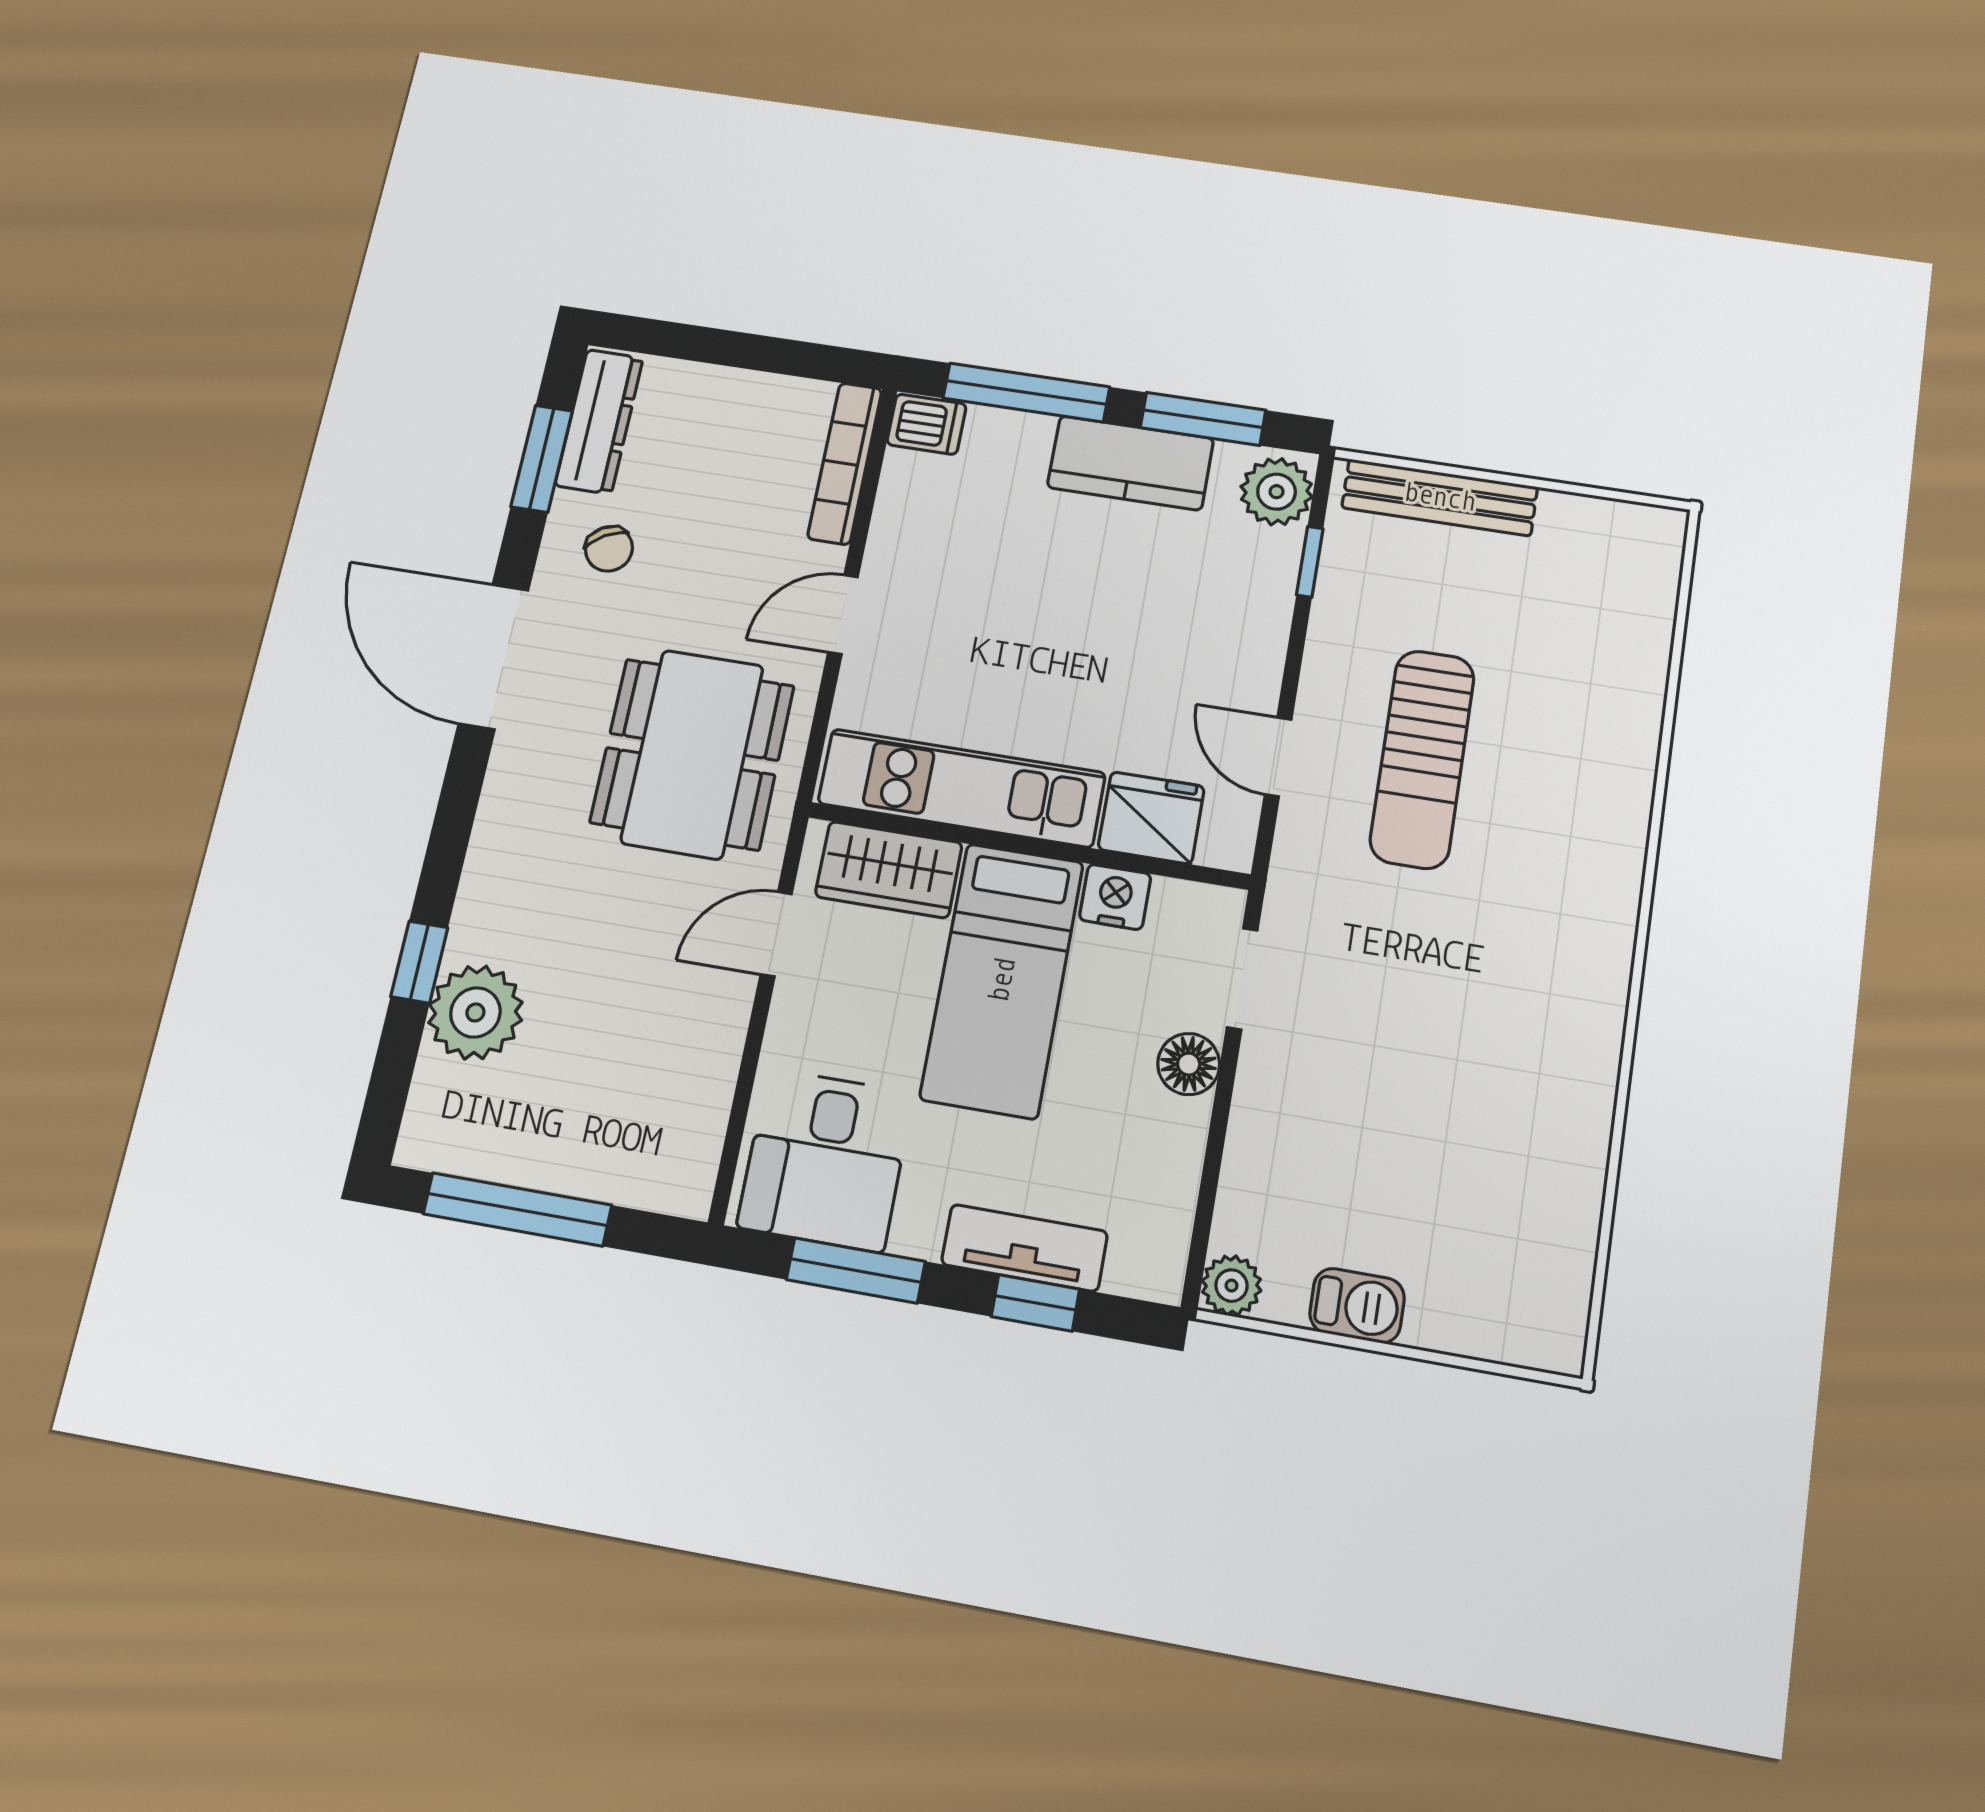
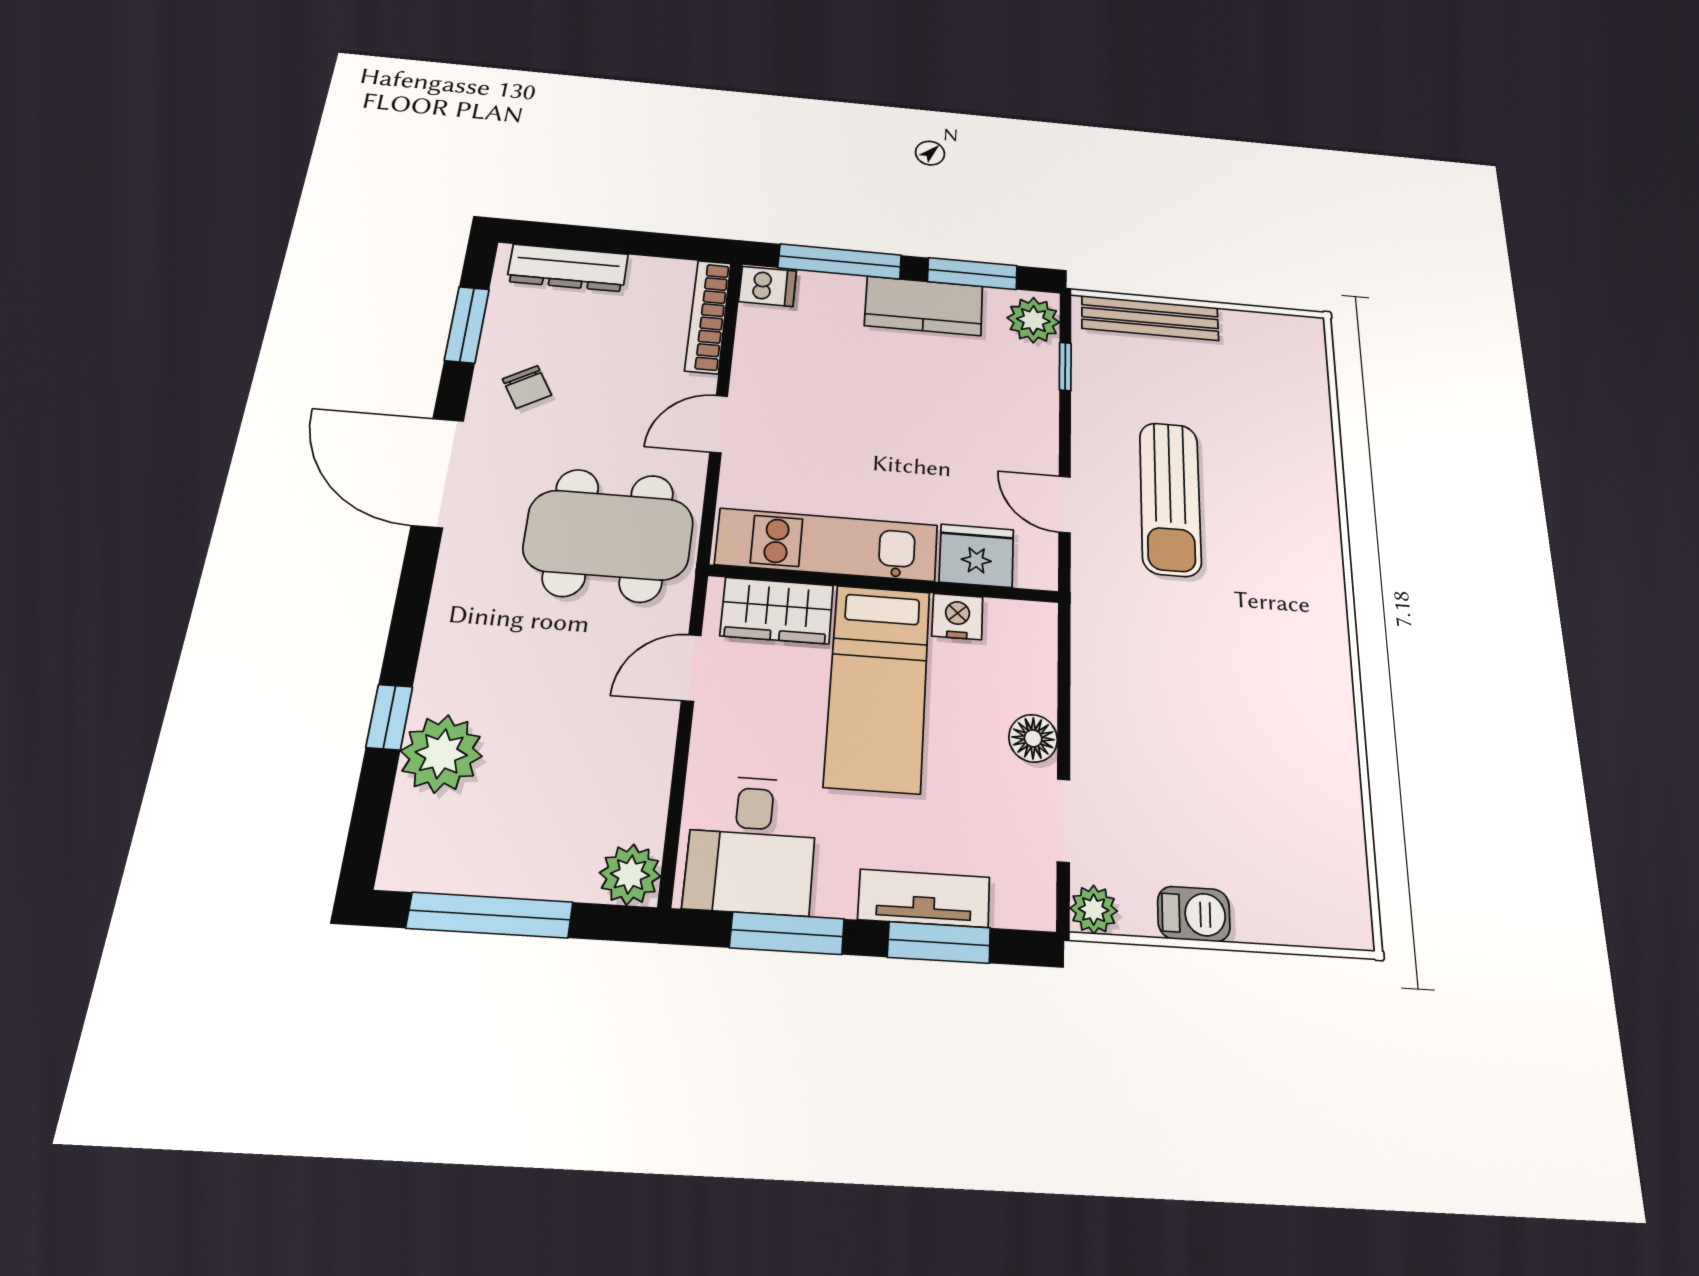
dresser: (599, 421) -> (568, 268), moved, turned 90
dining table: (692, 754) -> (609, 535), turned 90
doorway: (1242, 979) -> (1063, 820), moved
plant: (680, 1180) -> (630, 874), added
window: (1035, 1303) -> (939, 942), width x1.50

